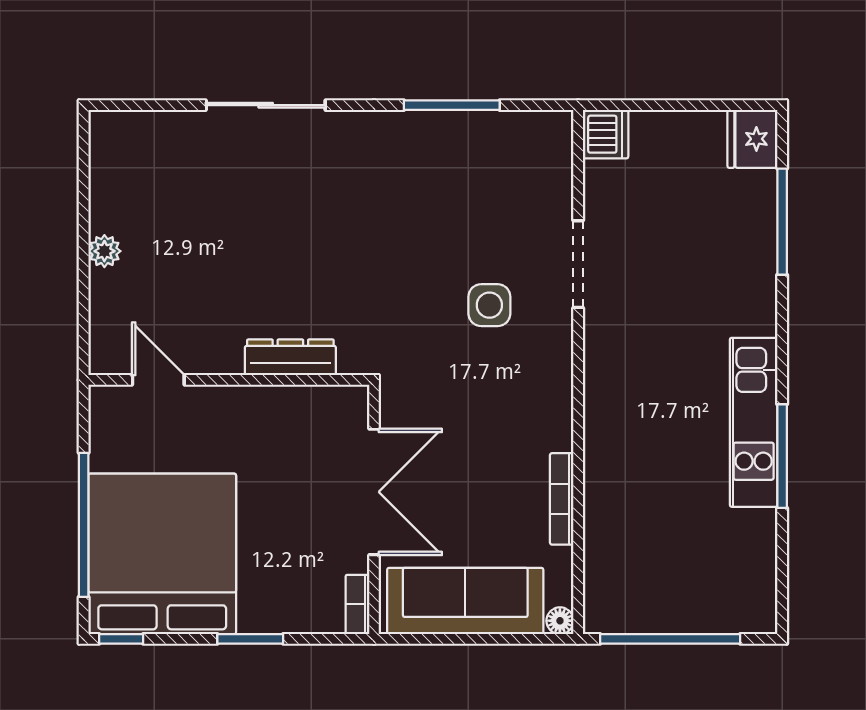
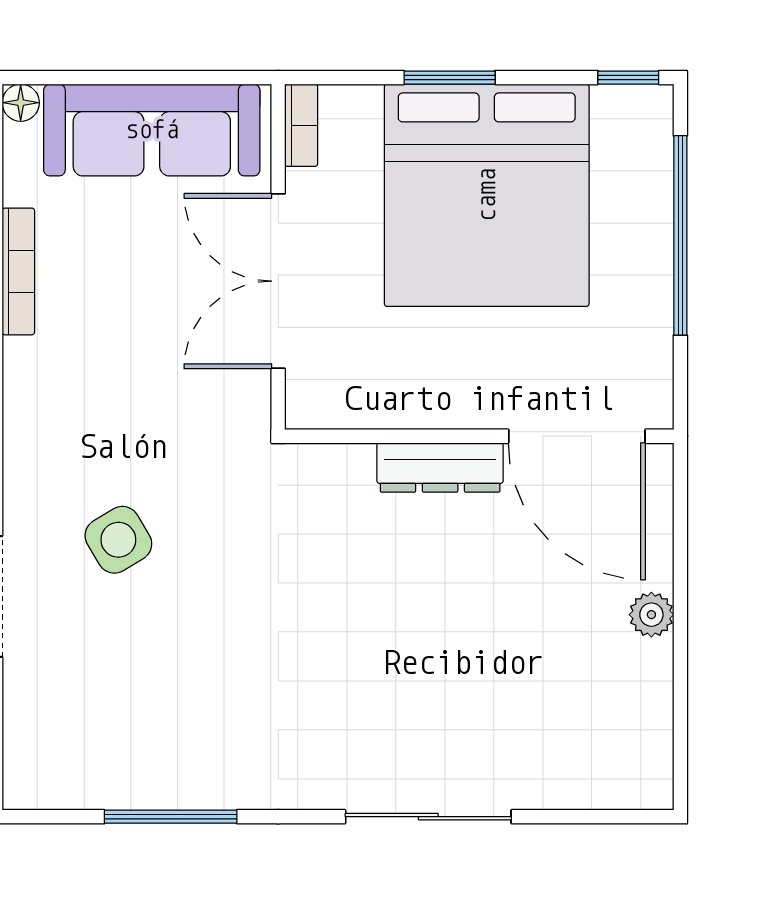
side table: (489, 305) -> (118, 540), turned -31
dresser: (290, 357) -> (440, 467), moved
door: (158, 380) -> (577, 436), width x1.87
bed: (162, 554) -> (487, 195), moved

